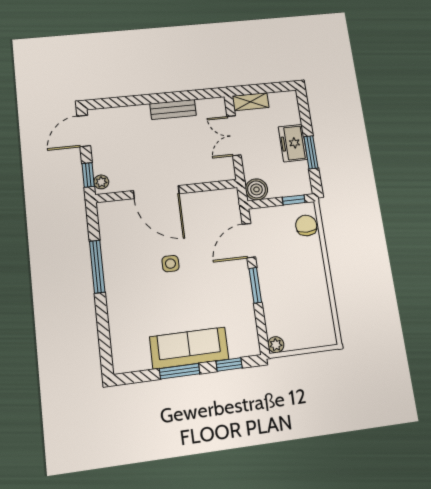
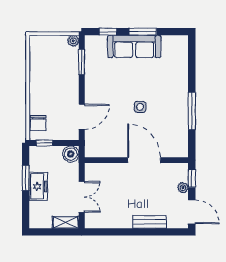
bench: (173, 110) -> (150, 222), moved
door: (84, 131) -> (192, 212), hinge flipped
plant: (101, 182) -> (183, 188), moved
window: (255, 285) -> (82, 62), moved

